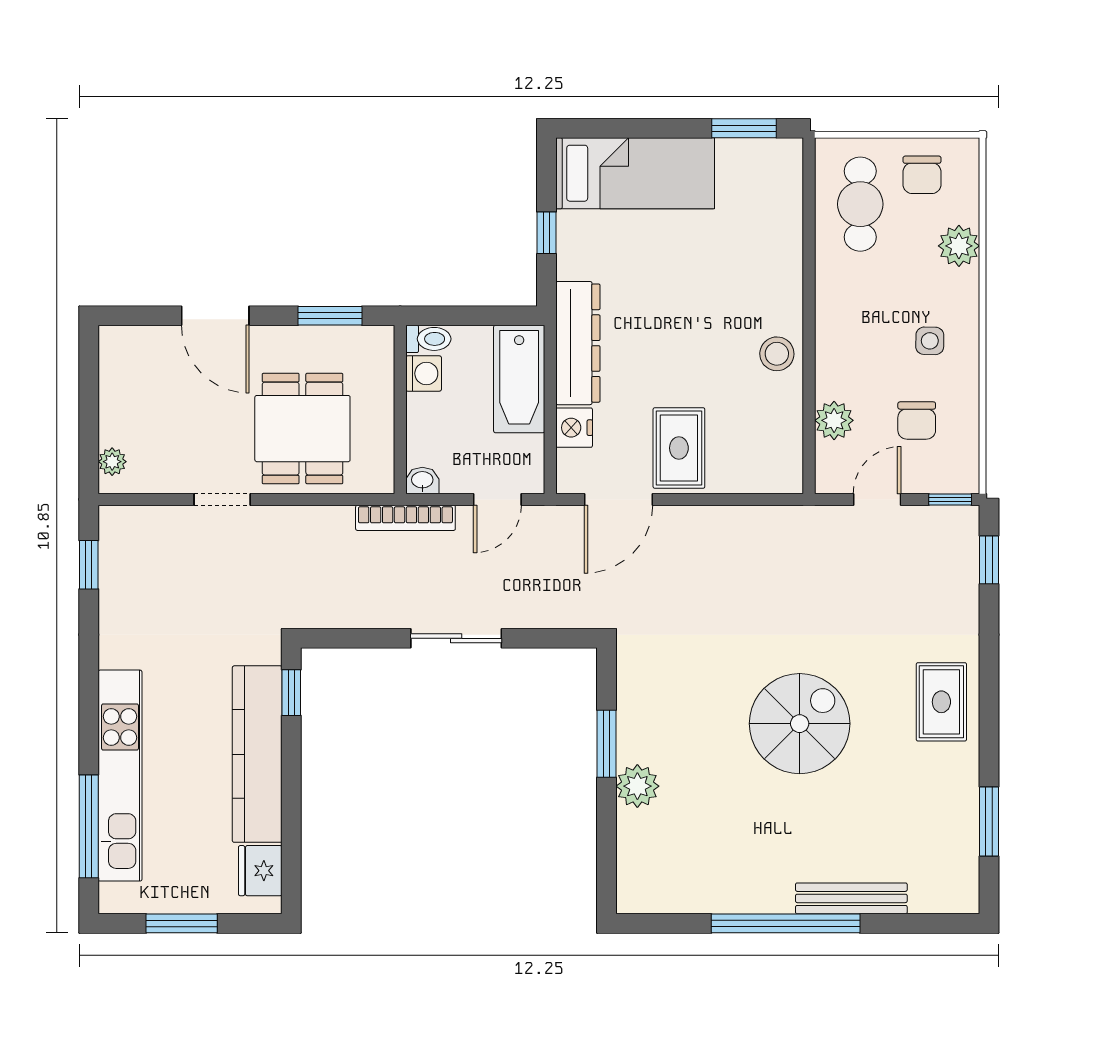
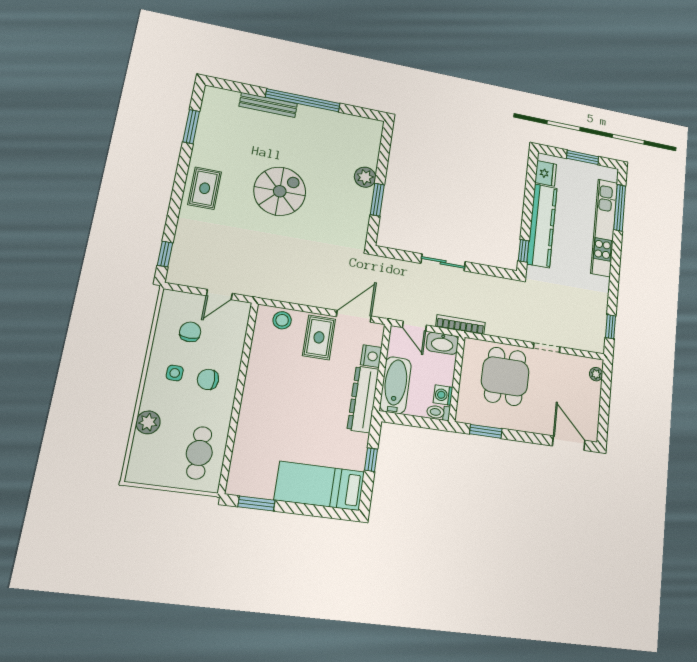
chair: (922, 175) -> (208, 379), moved, turned -90
door: (215, 316) -> (569, 443), moved
stool: (777, 354) -> (282, 320), moved
plant: (834, 420) -> (235, 339), removed
washbasin: (422, 481) -> (442, 343), width x1.91, depth x1.45
door: (497, 499) -> (414, 326), swing flipped
window: (950, 499) -> (180, 288), removed
spiral stairs: (800, 724) -> (280, 191), turned 180

